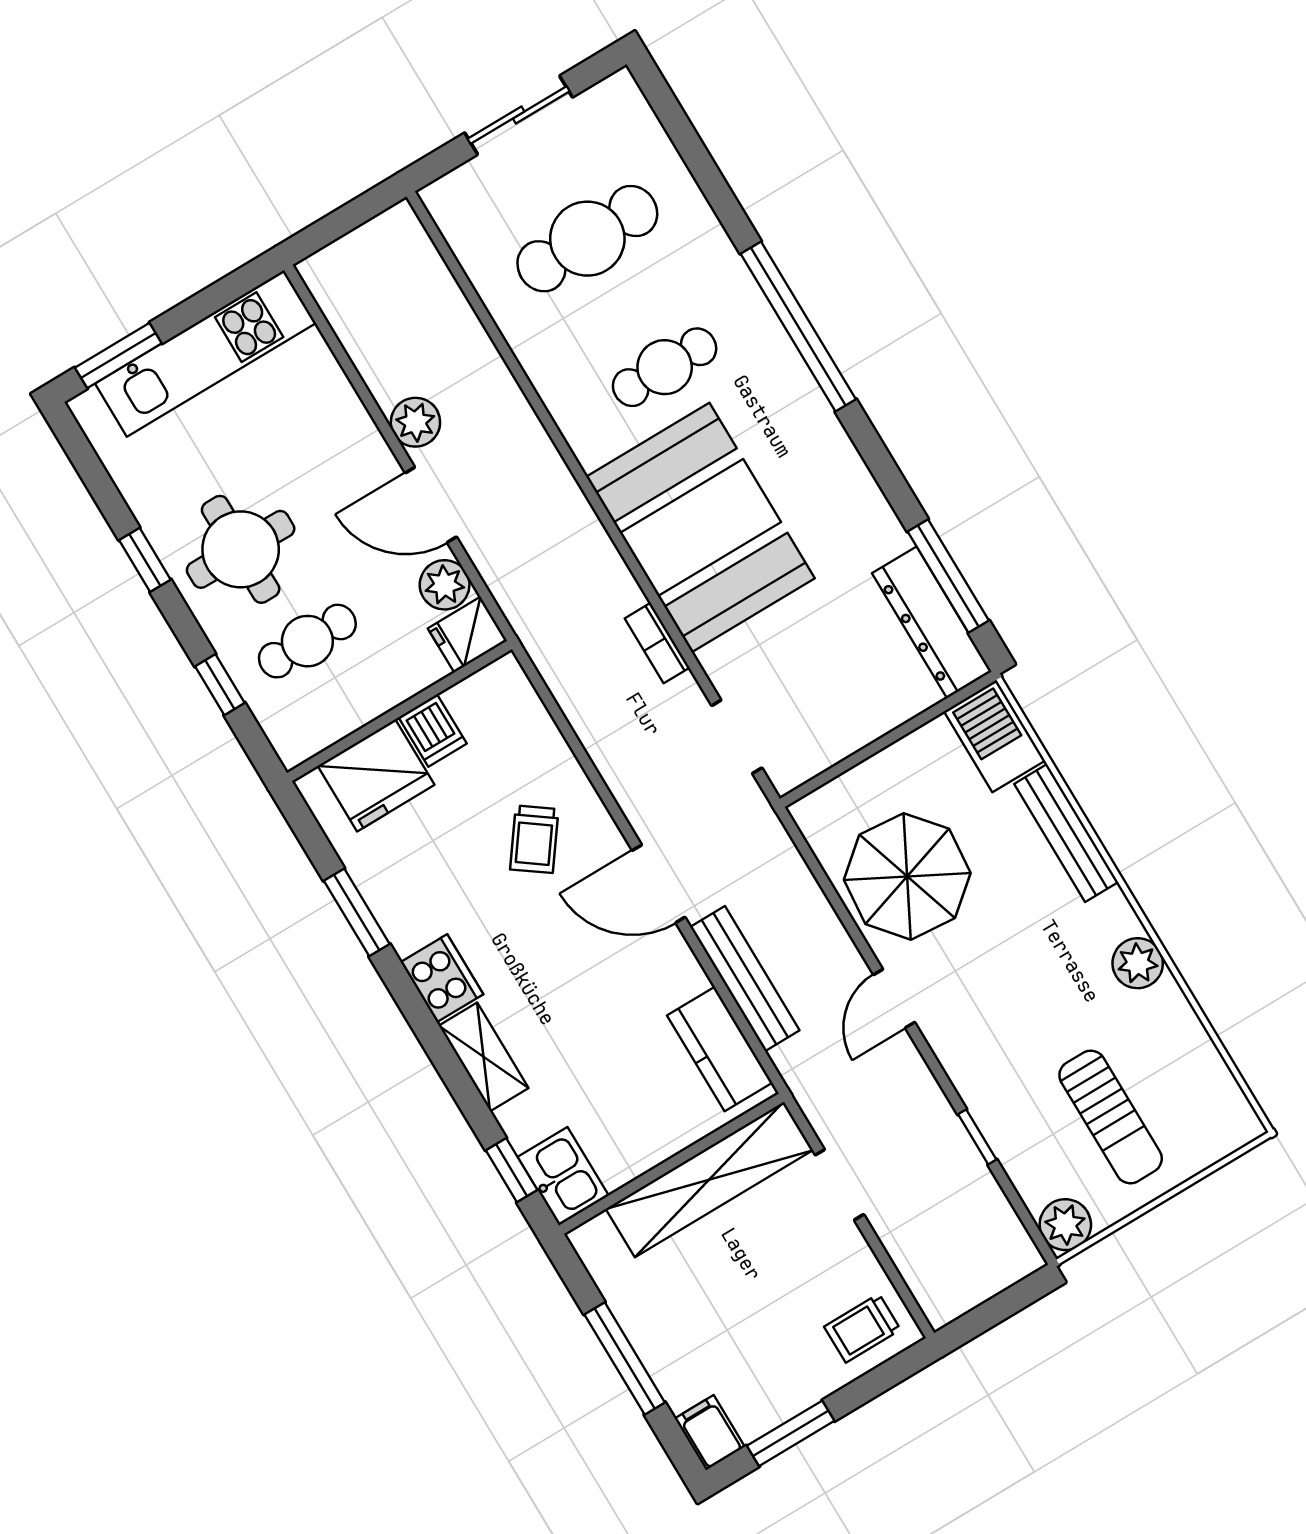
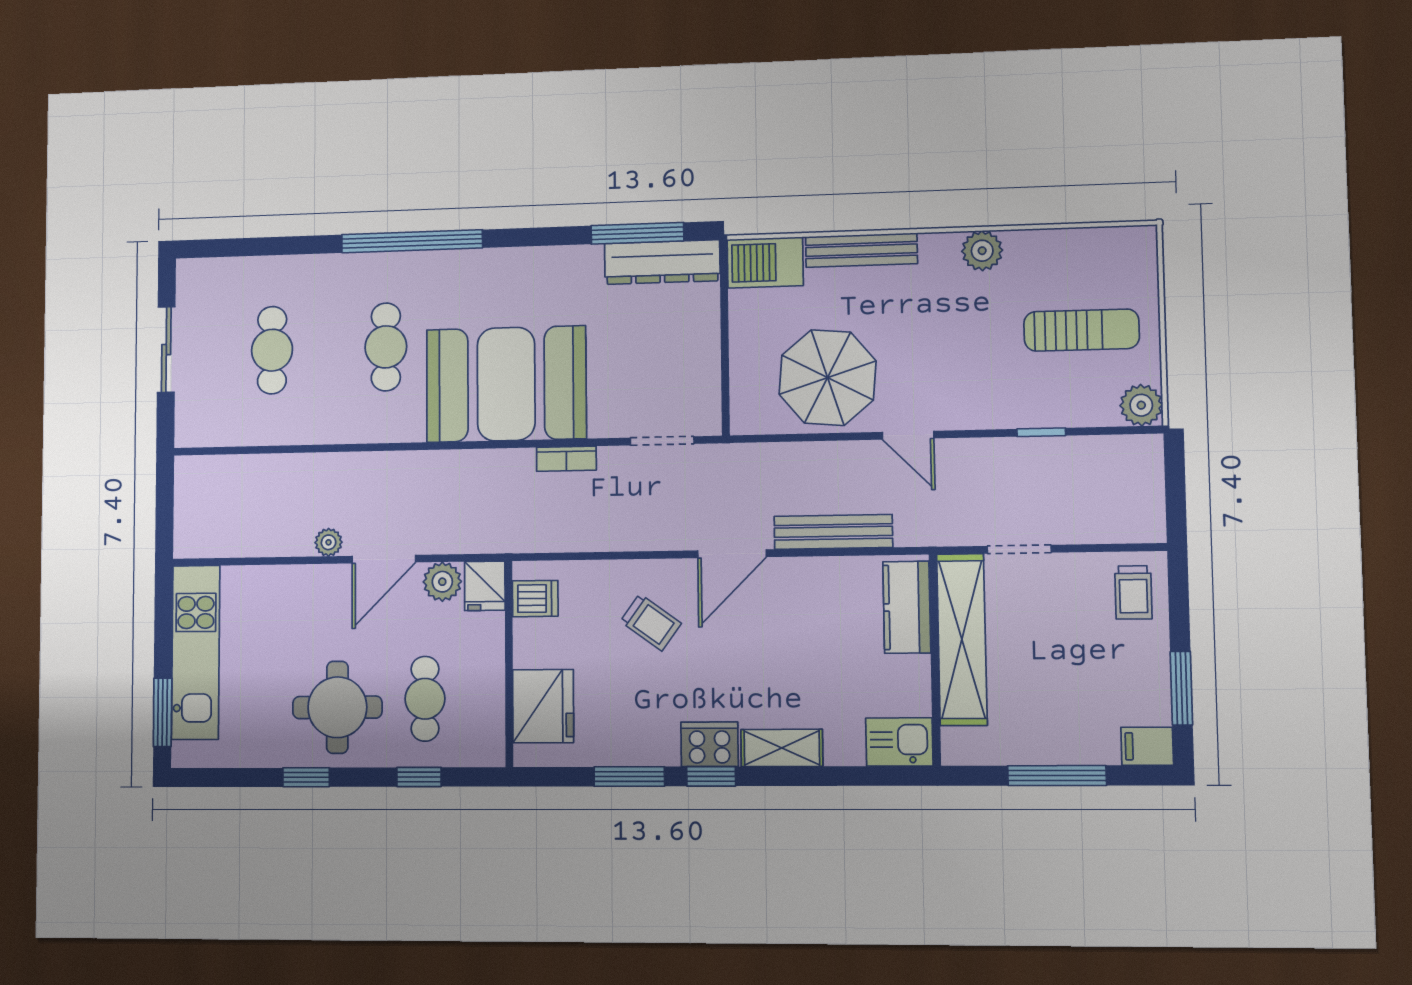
cafe table: (587, 239) -> (272, 350), width x0.73, depth x0.74
plant: (415, 422) -> (329, 542), width x0.73, depth x0.73
dishwasher: (433, 730) -> (535, 599), moved
kitchen counter: (720, 1049) -> (907, 607), moved, turned 90
window: (512, 1170) -> (711, 776), moved

